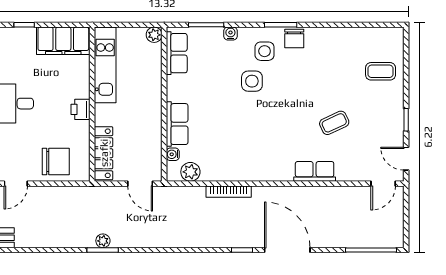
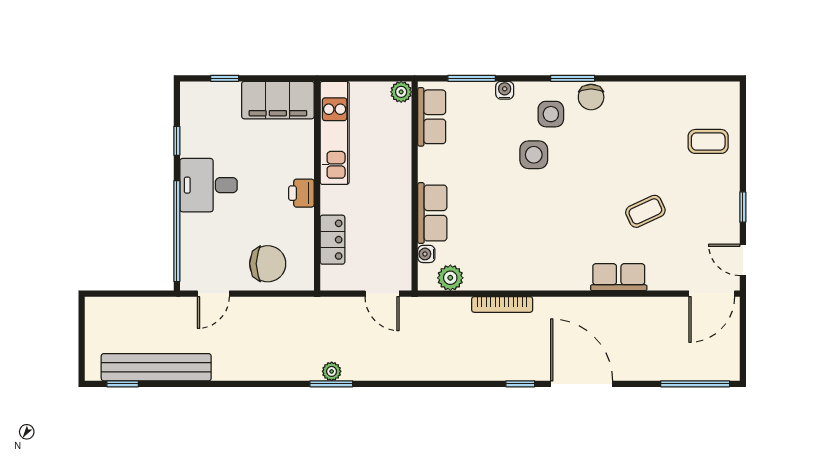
locker: (104, 153) -> (332, 240), width x0.66
door: (383, 184) -> (712, 294), width x1.38

